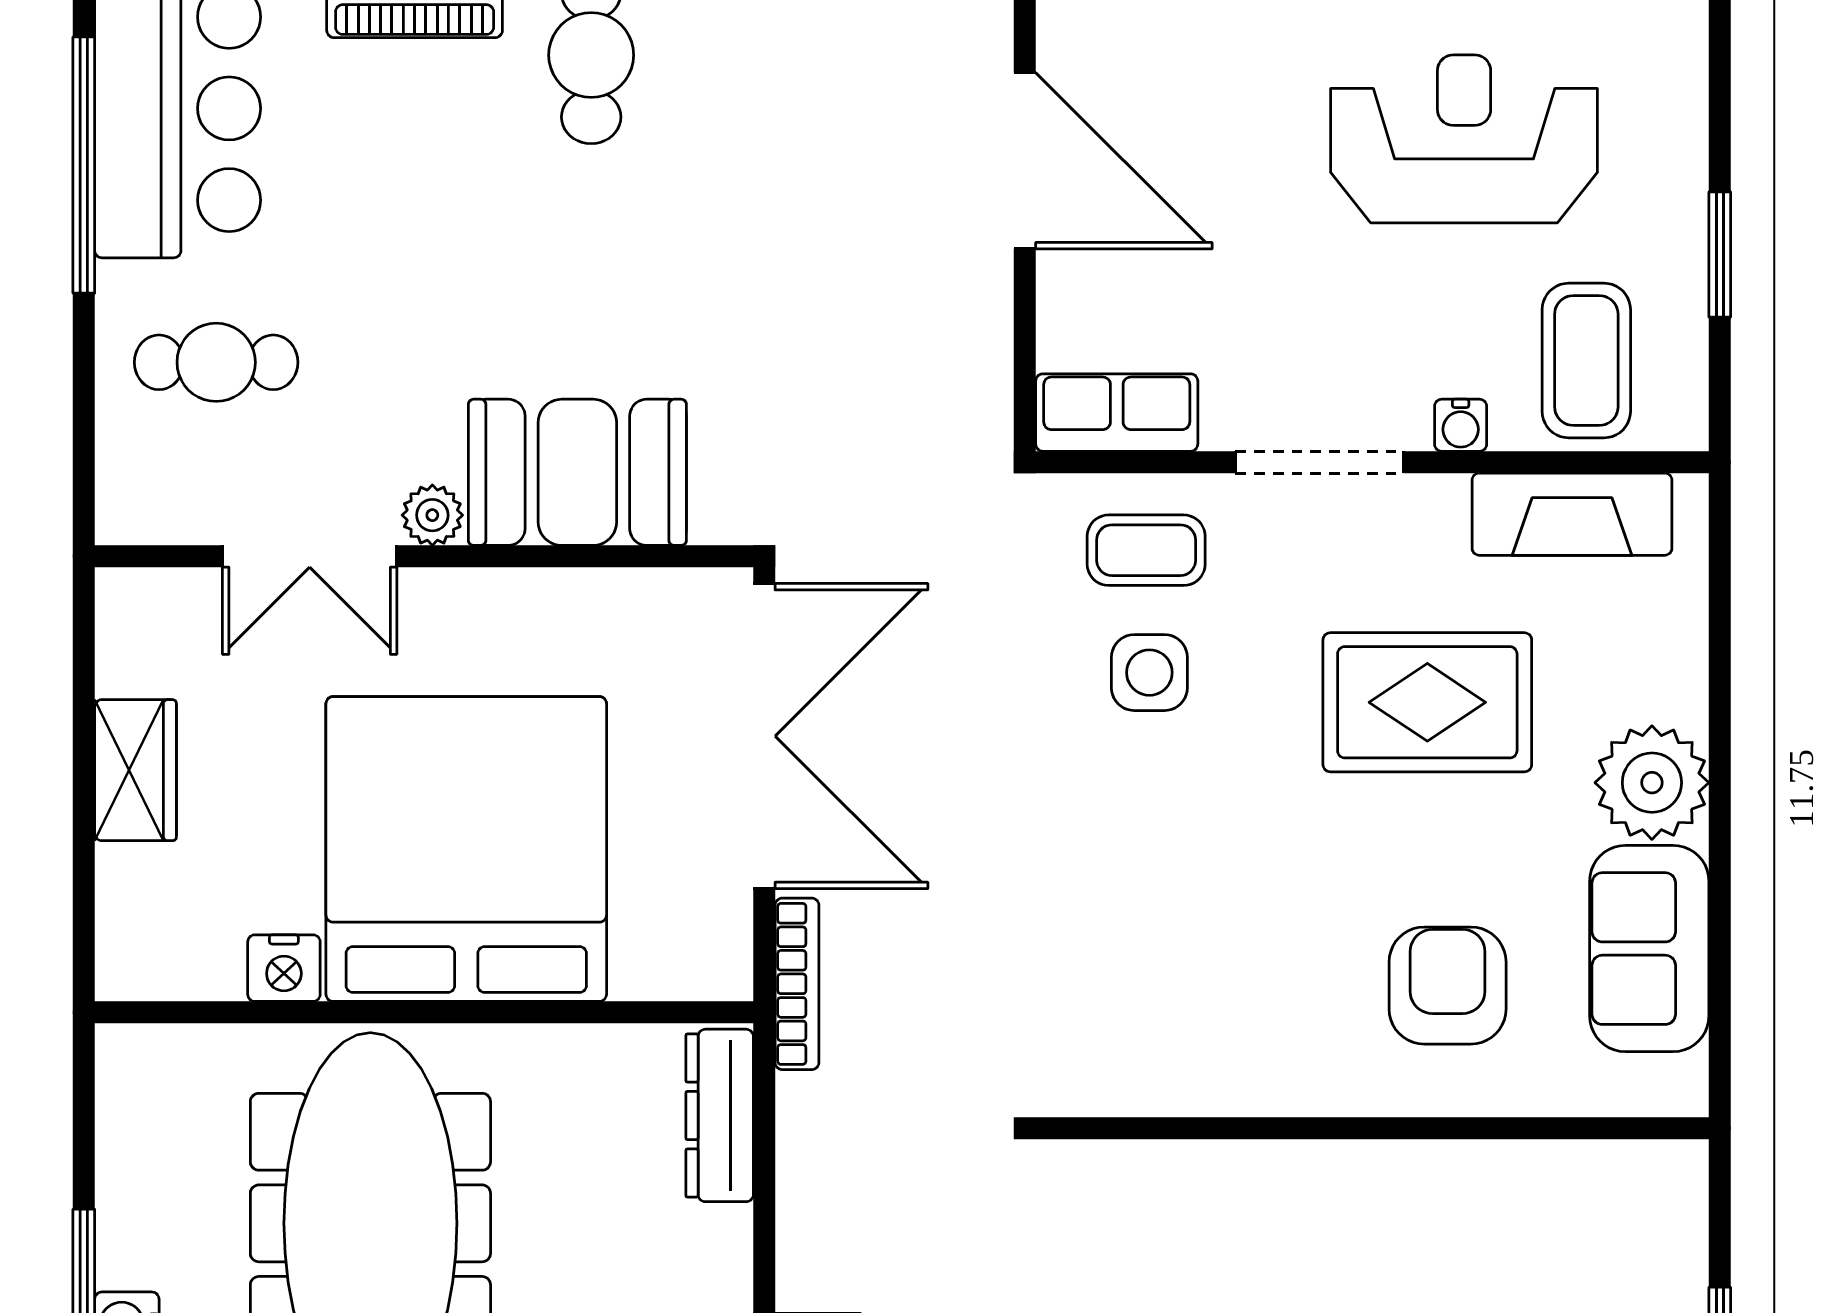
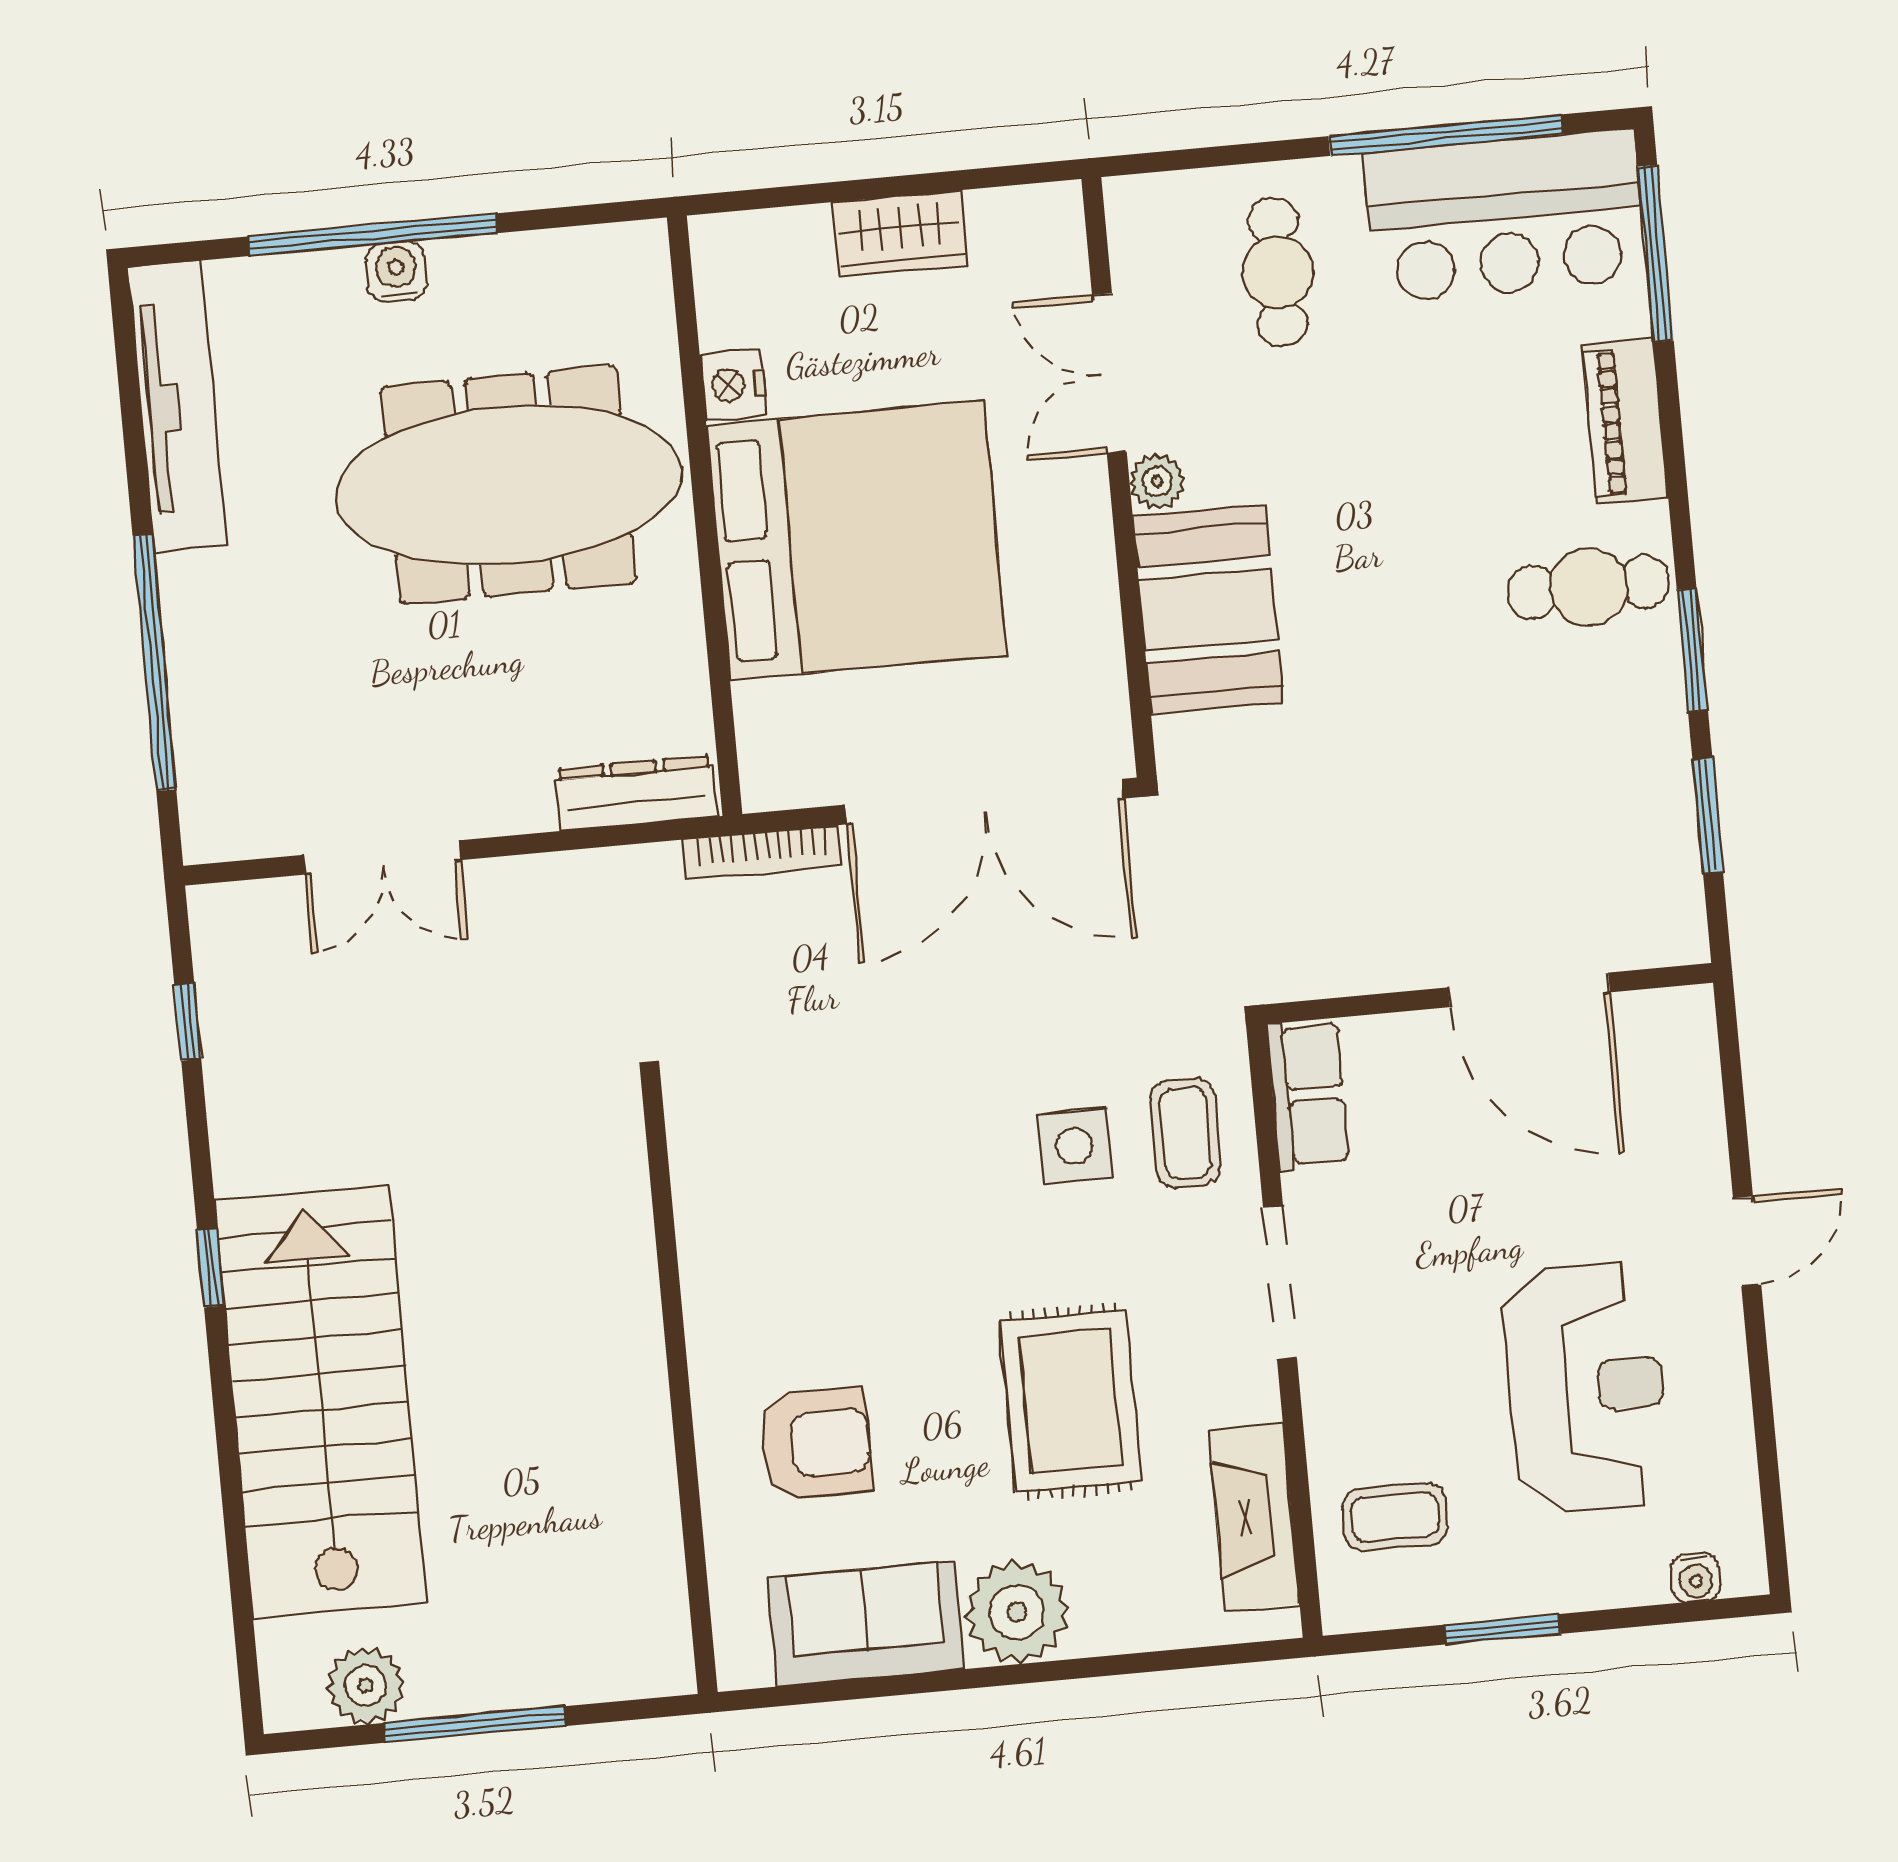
door: (1025, 161) -> (1529, 990), hinge flipped
coffee table: (1586, 361) -> (1395, 1517), width x0.73, depth x0.77
water cooler: (1461, 425) -> (1696, 1577), moved, turned -90

